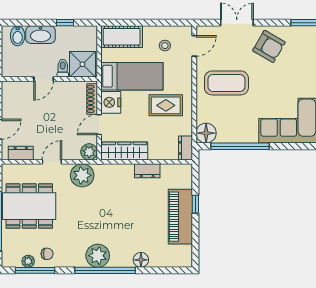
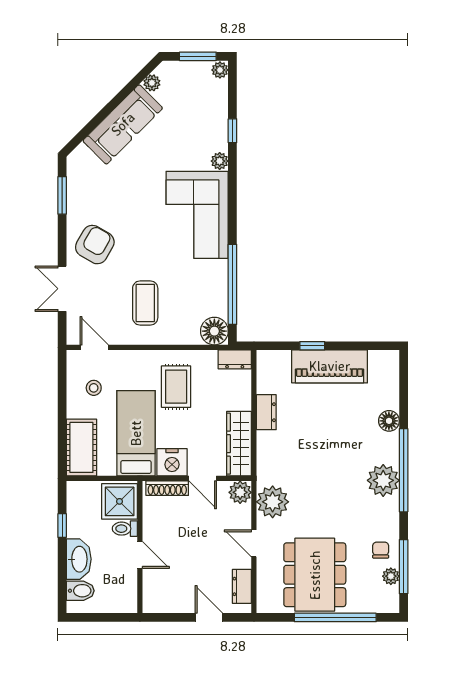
coffee table: (226, 83) -> (145, 303), width x0.73, depth x0.76

